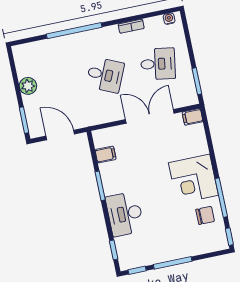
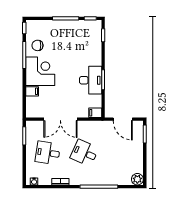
plant: (28, 86) -> (137, 179), moved
filing cabinet: (193, 117) -> (32, 91), moved
filing cabinet: (106, 155) -> (95, 113), moved
desk: (125, 214) -> (91, 80), moved

